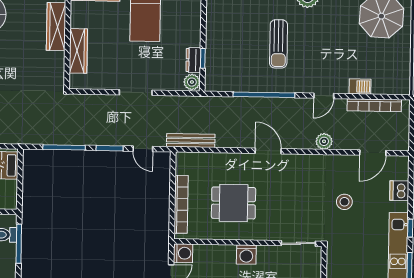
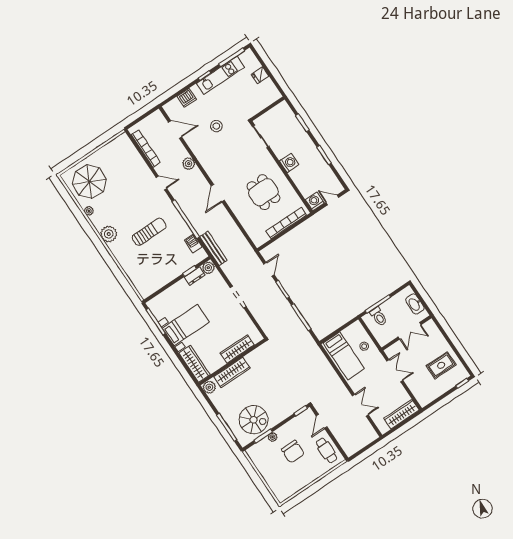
barbecue: (360, 86) -> (193, 243), moved
bench: (191, 141) -> (213, 248), moved

